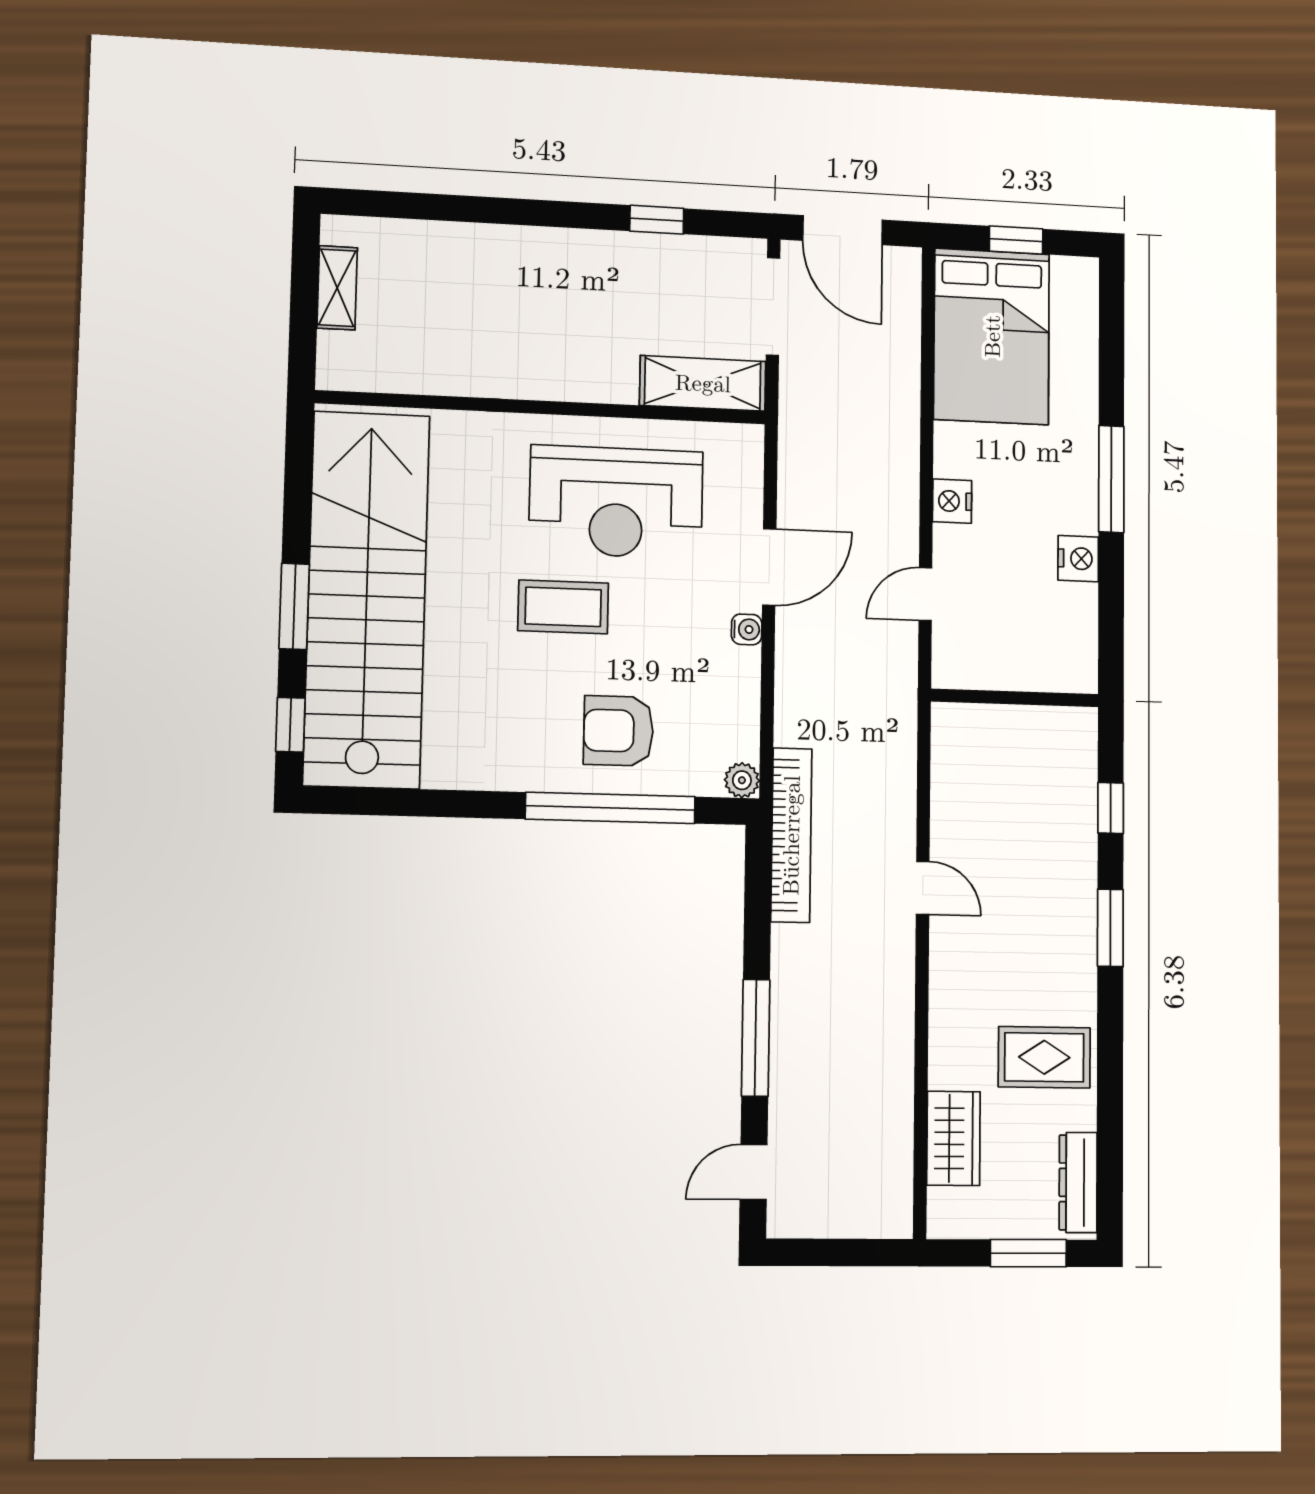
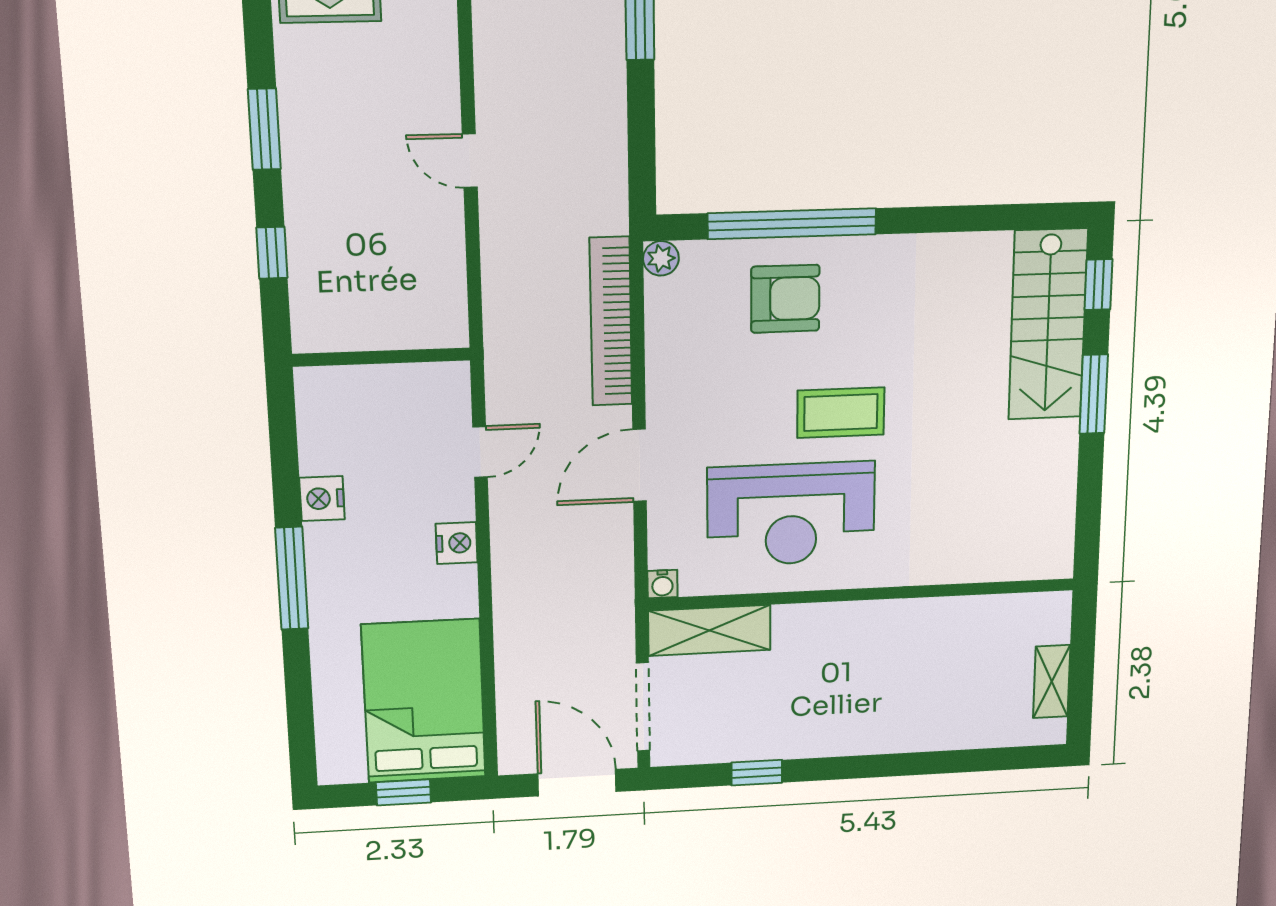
reception desk: (616, 502) -> (791, 514), turned 180
stairs: (367, 599) -> (1048, 325), width x0.54, depth x0.66
water cooler: (747, 629) -> (662, 584), moved, turned -90
bookcase: (791, 835) -> (611, 322), moved

